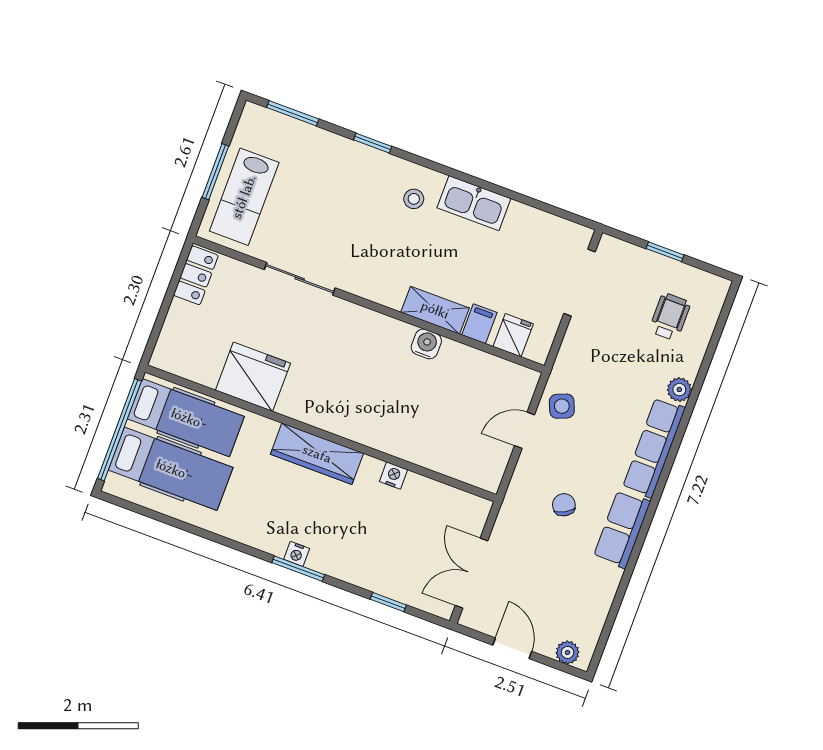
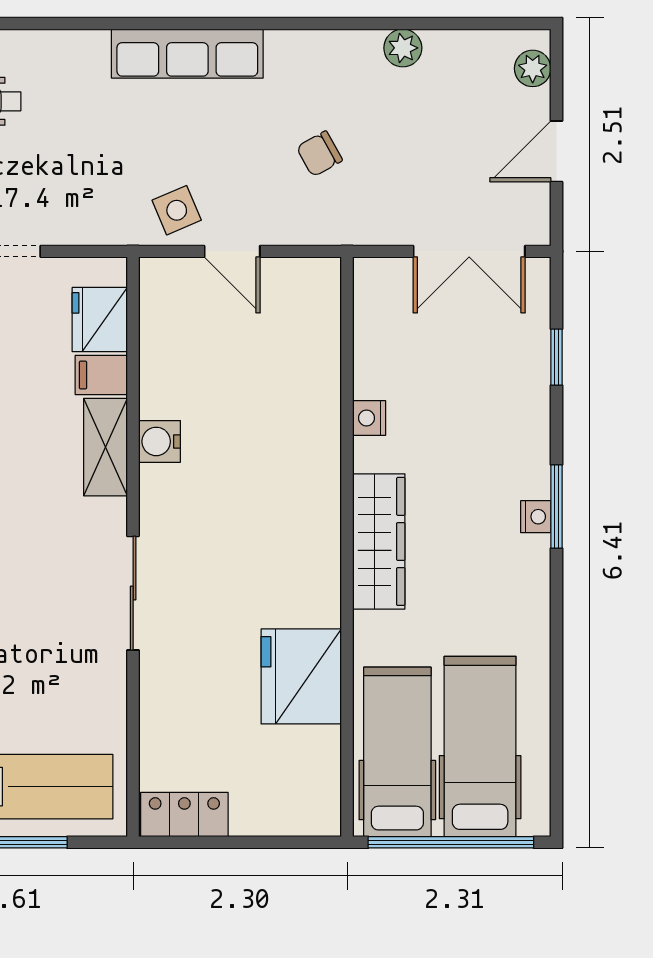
sliding door: (300, 279) -> (133, 593), moved
fridge: (513, 335) -> (100, 320), width x1.38
plant: (679, 390) -> (403, 48), moved
row of seats: (622, 529) -> (324, 56), removed

